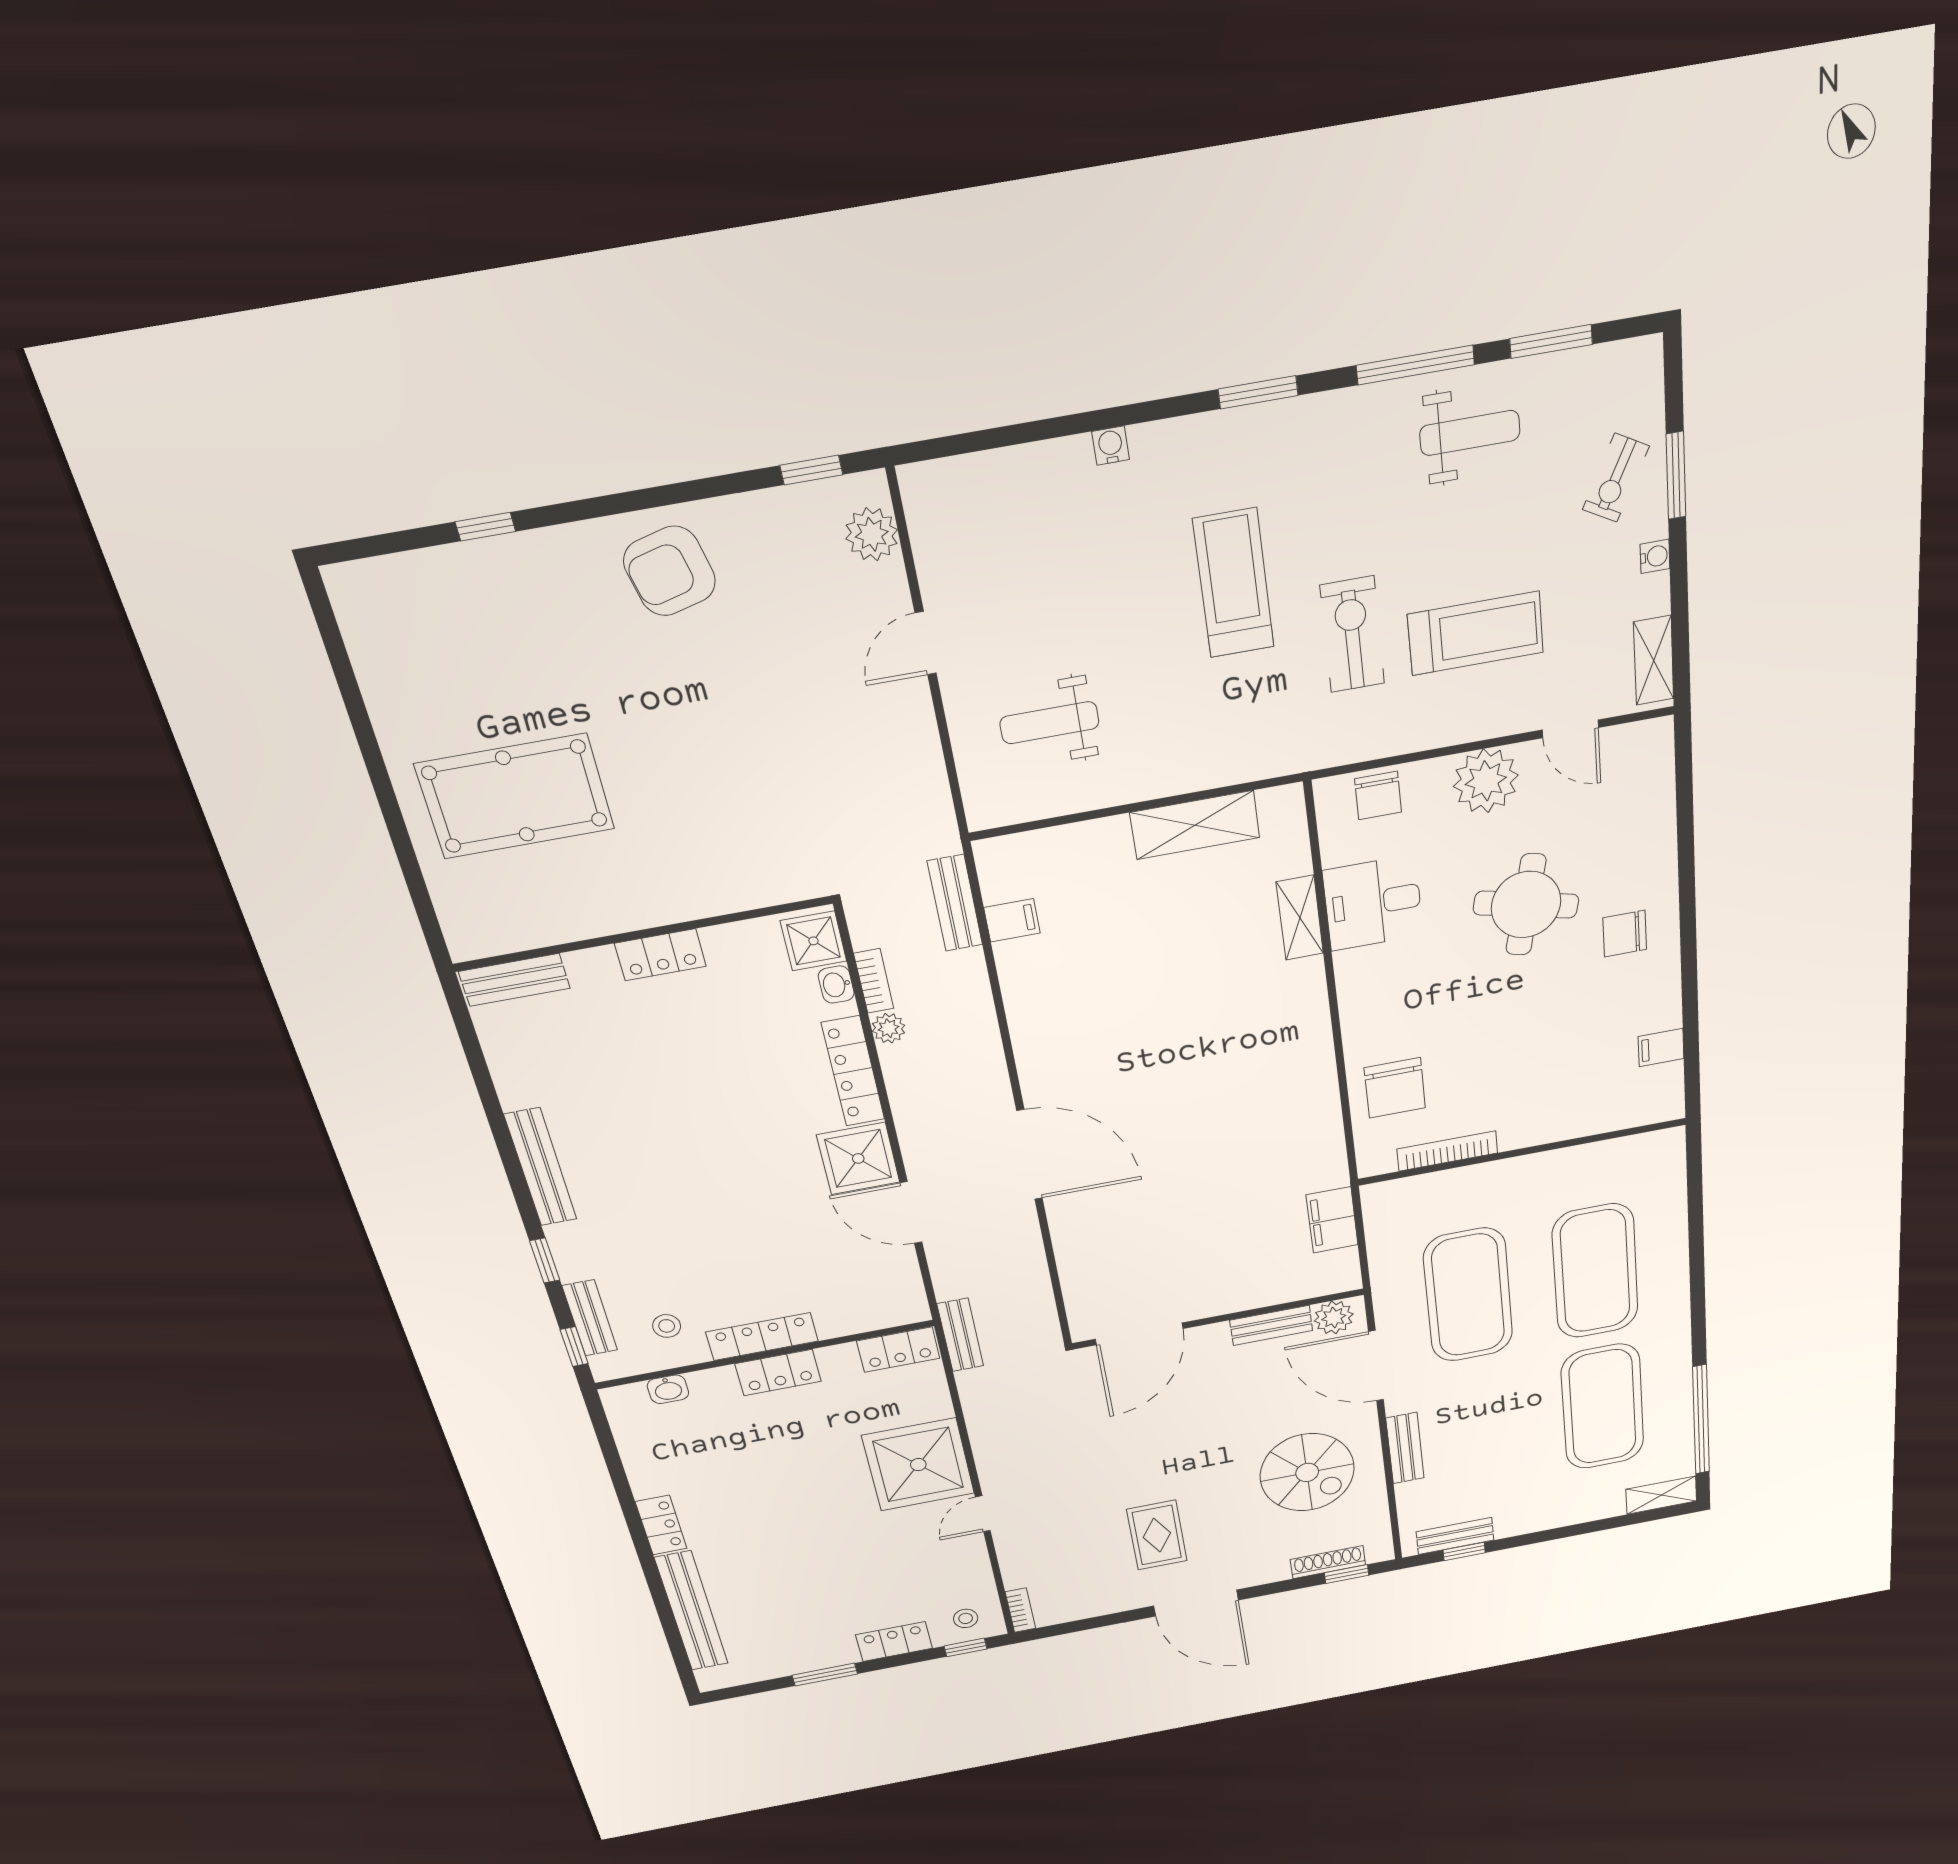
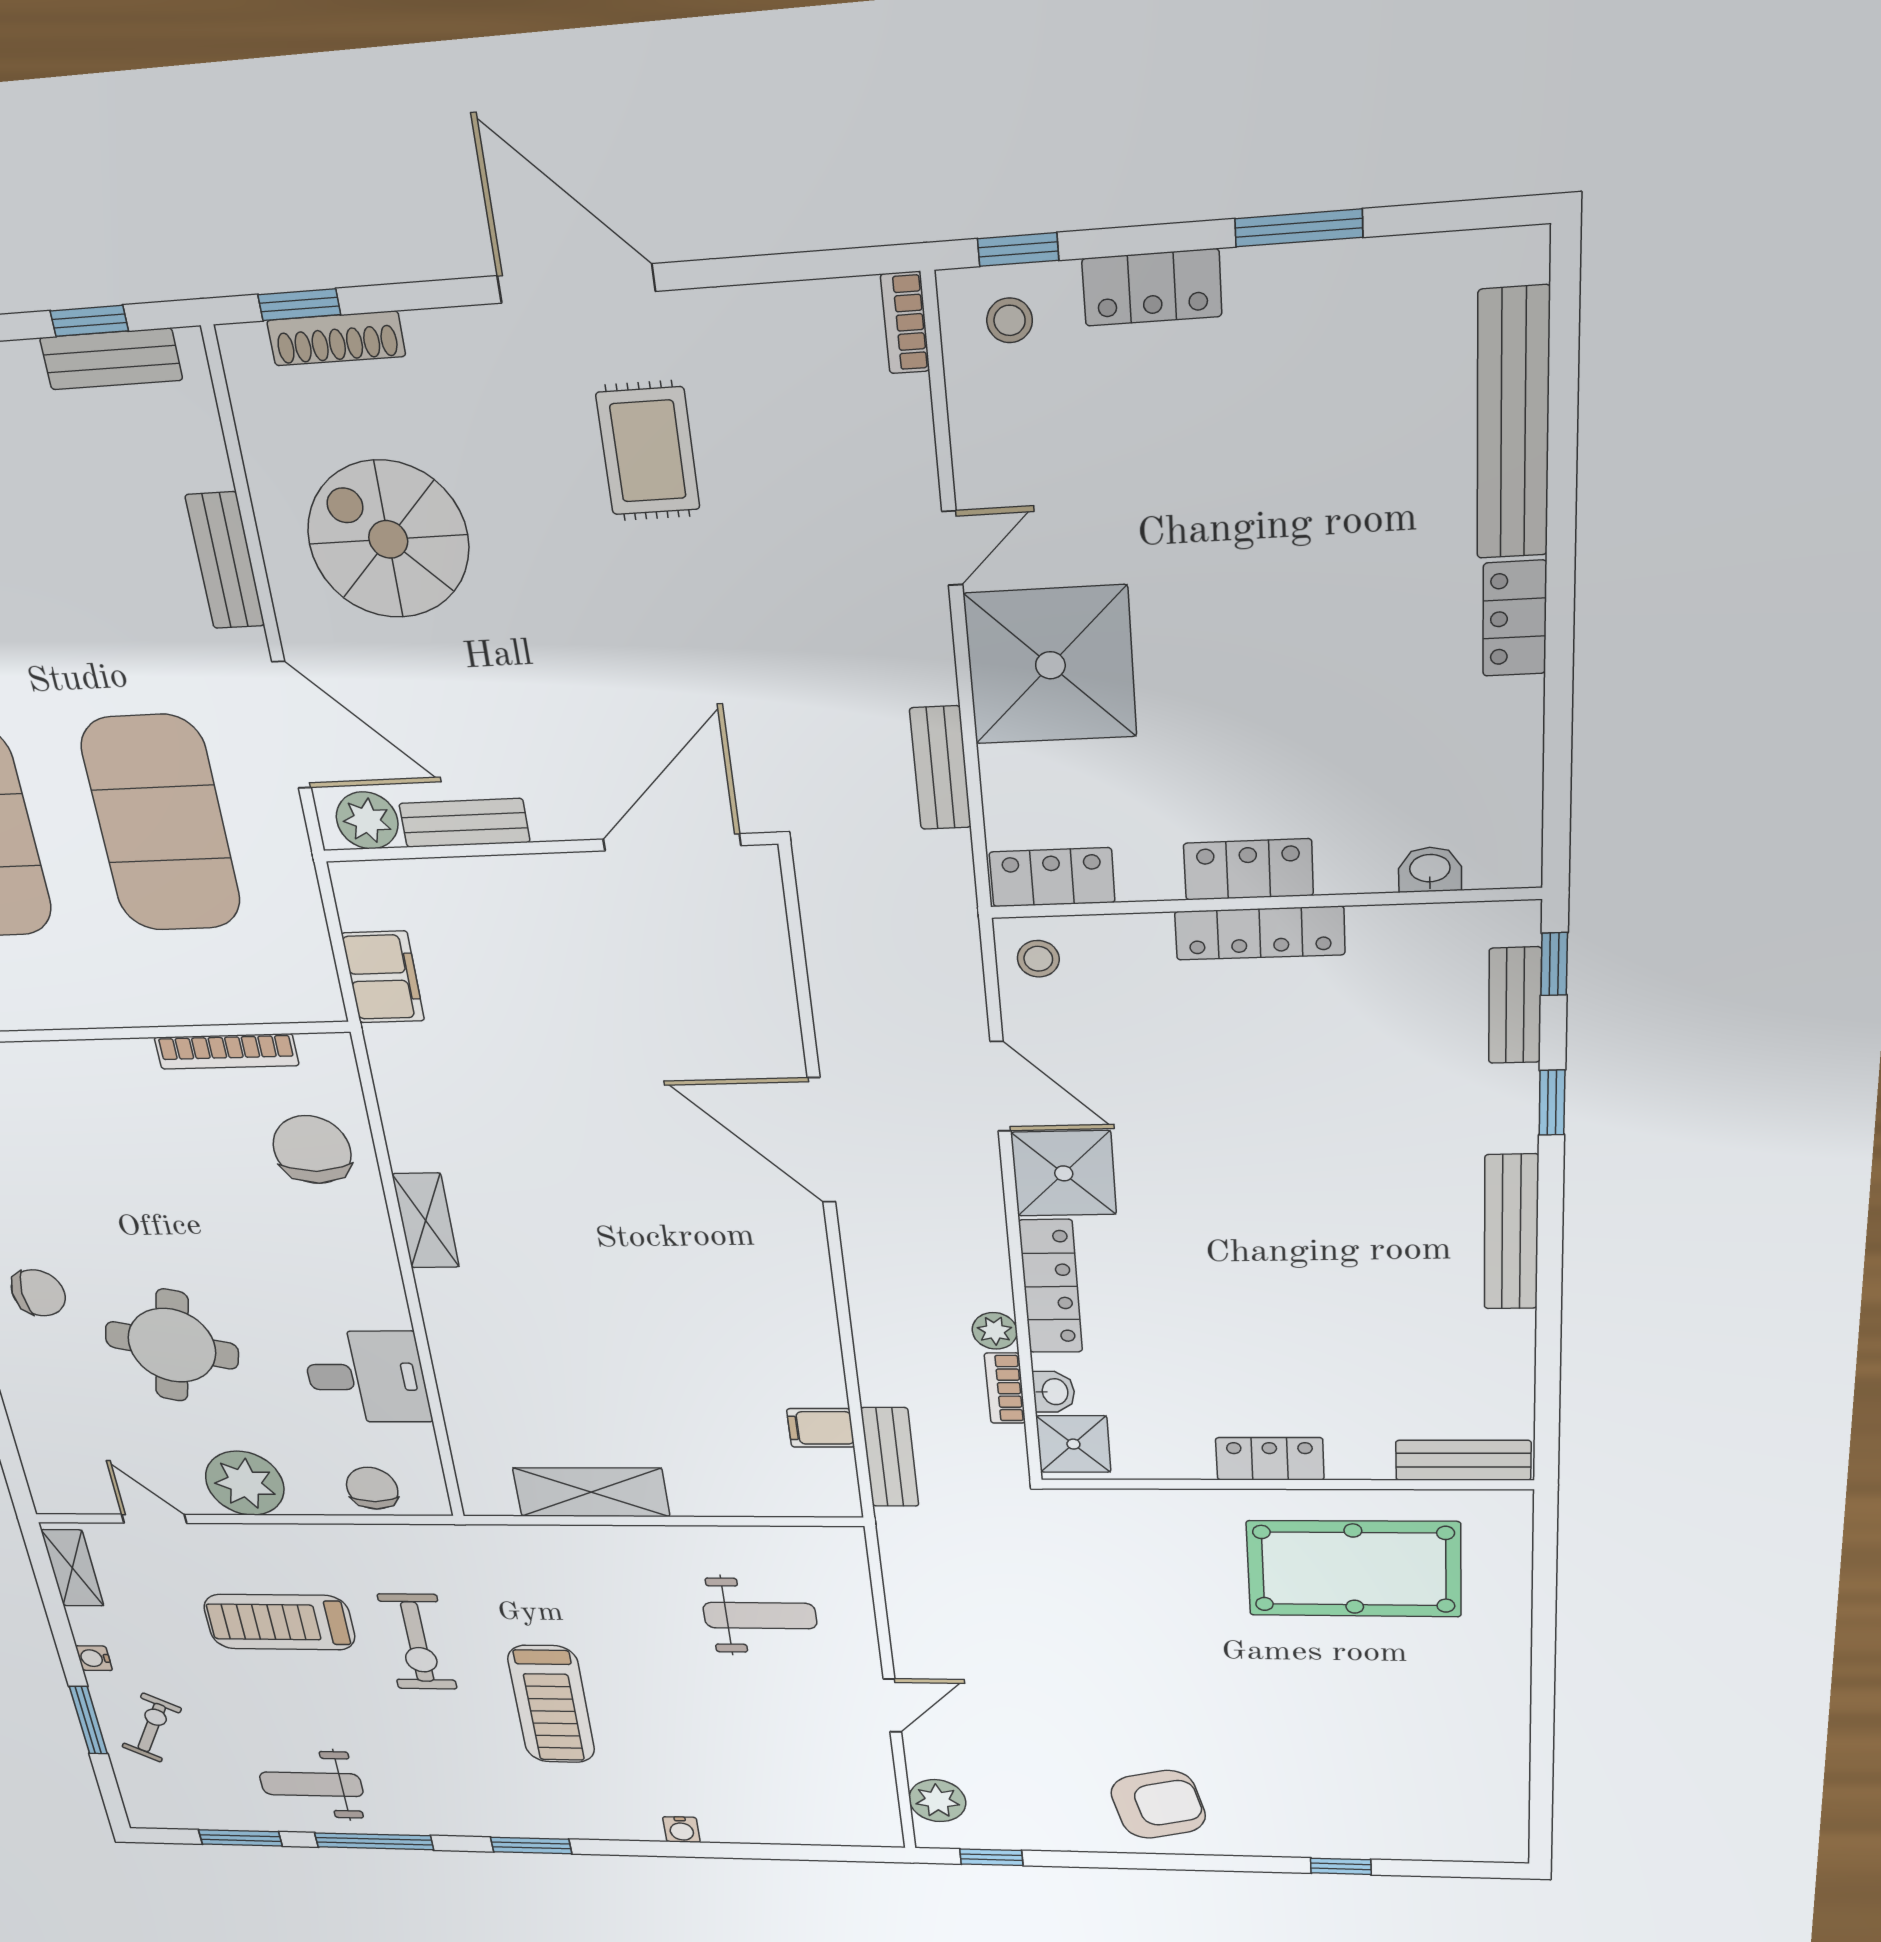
pool table: (515, 796) -> (1354, 1569), moved
shelving: (1300, 918) -> (426, 1221), moved
stool: (667, 1326) -> (1038, 959), moved
bench: (960, 1335) -> (940, 768), moved

